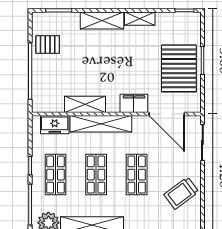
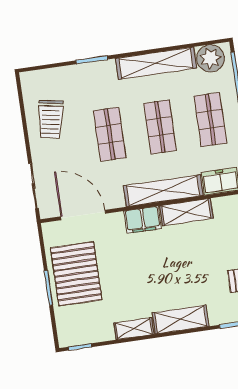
filing cabinet: (134, 103) -> (143, 220), moved
trolley: (181, 193) -> (51, 119), turned 137

